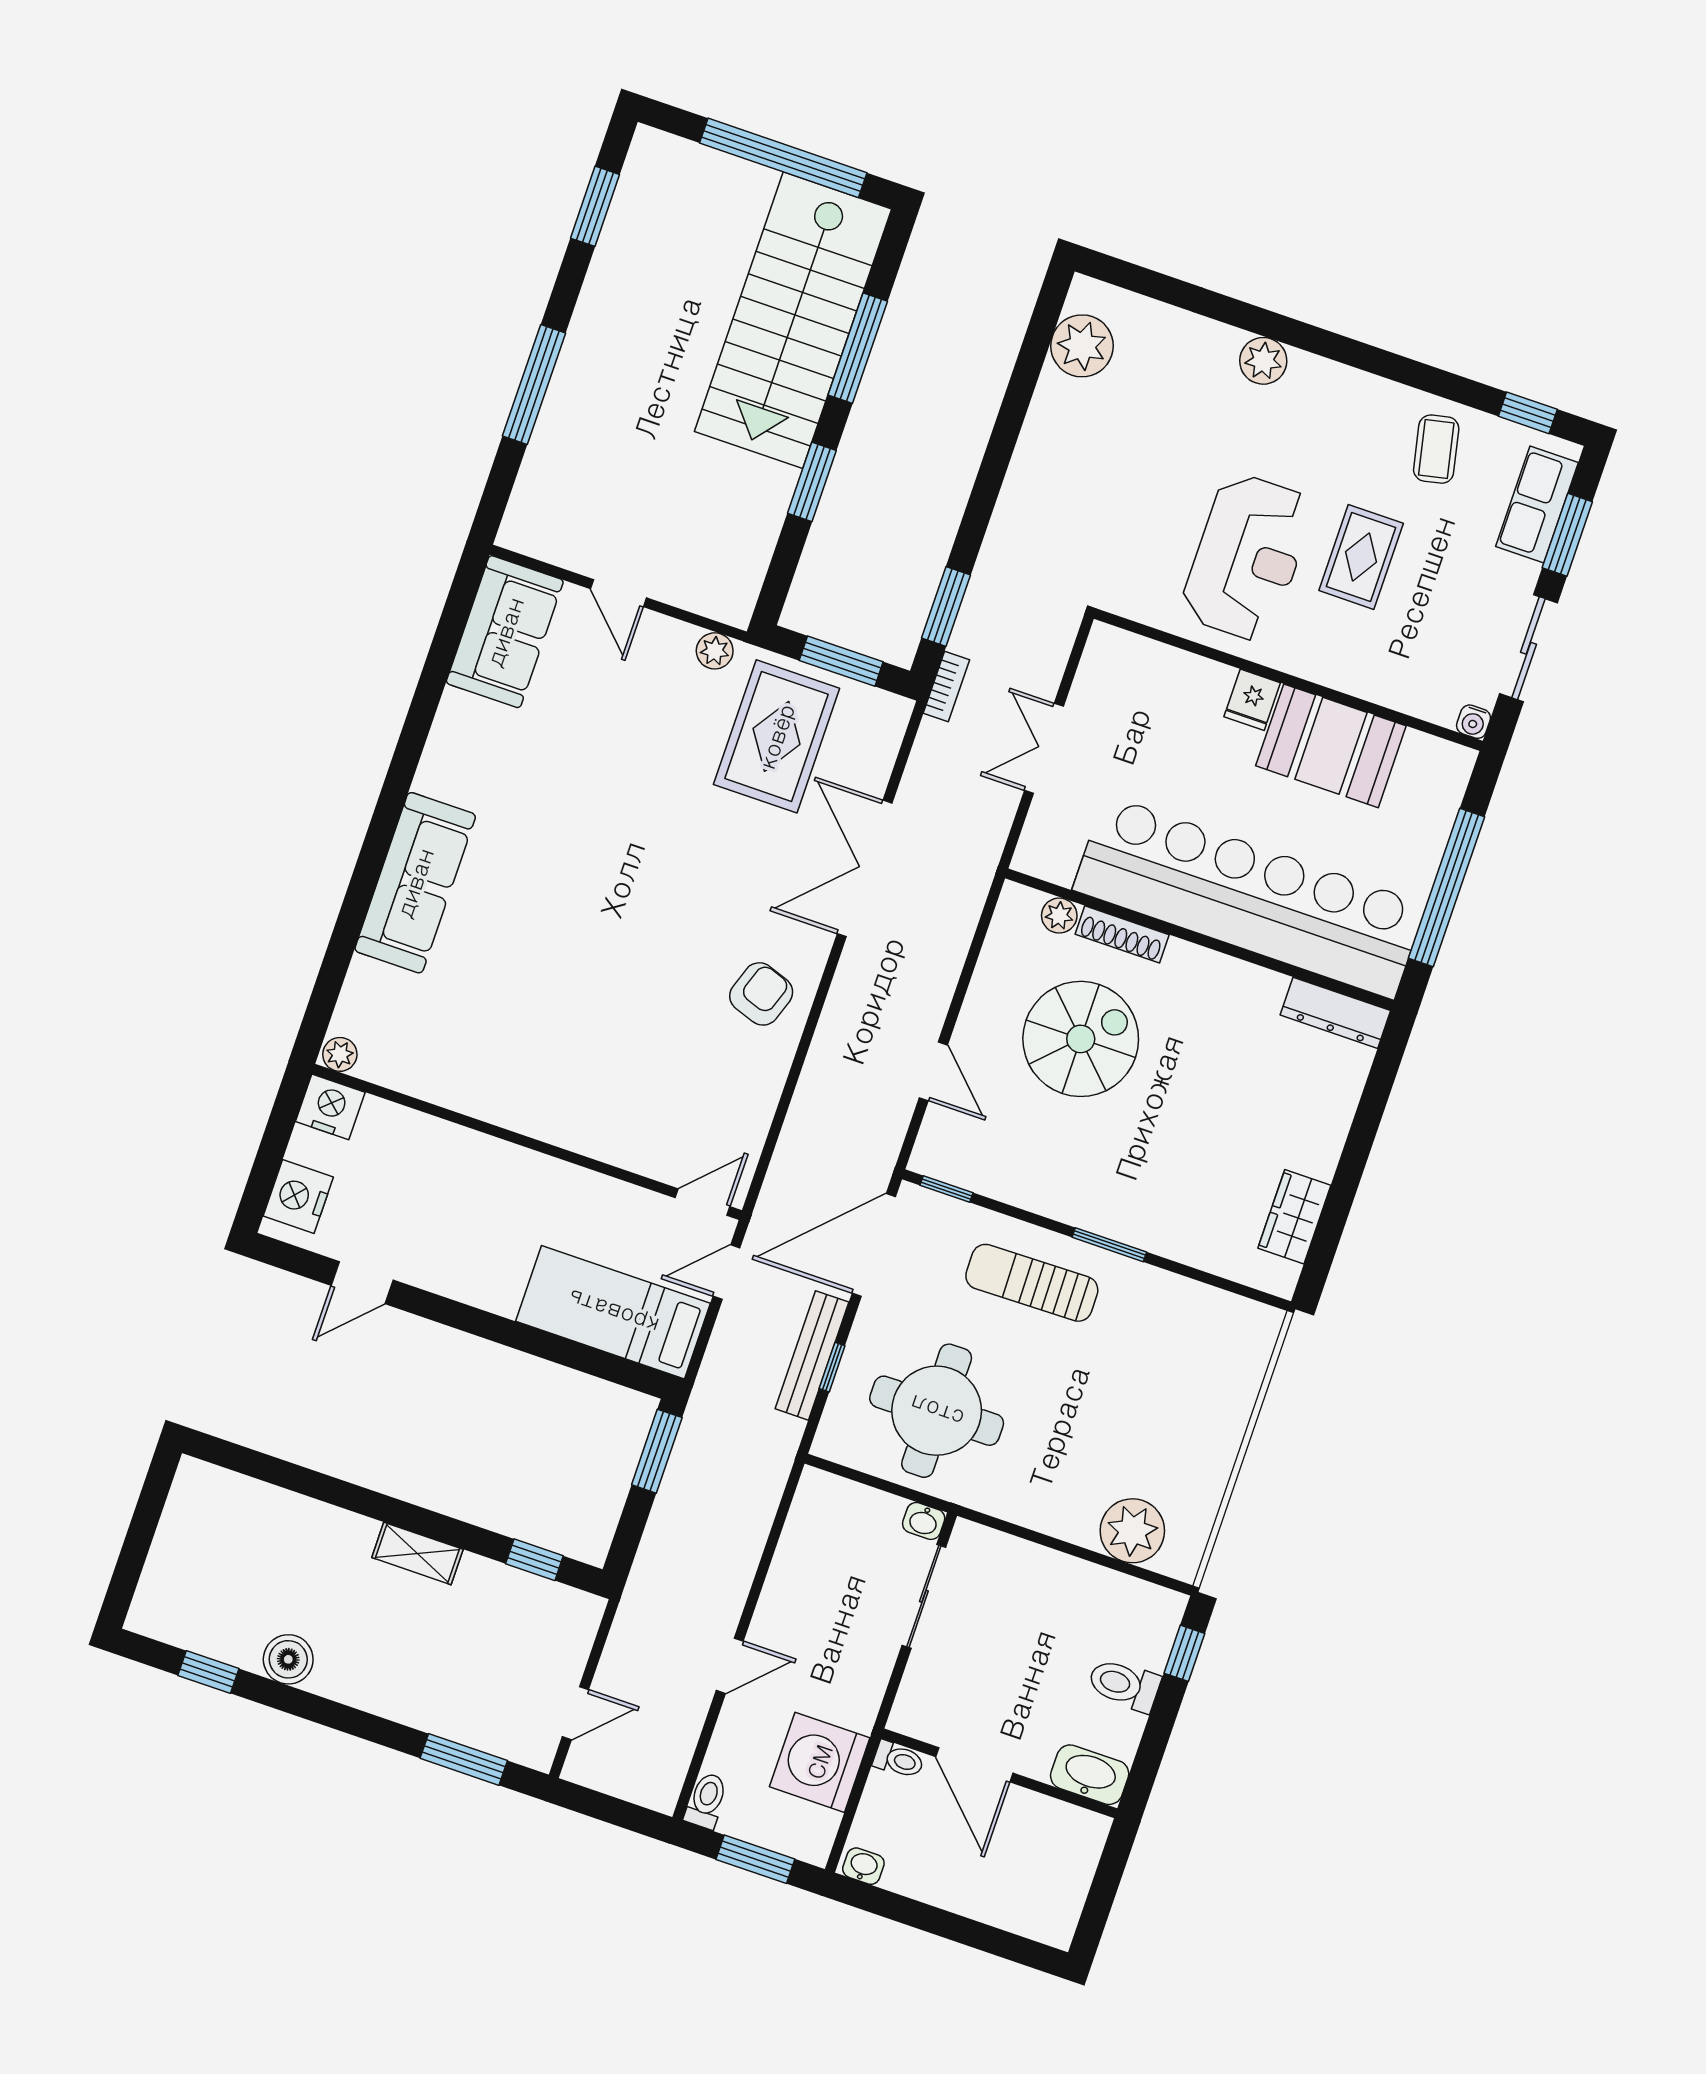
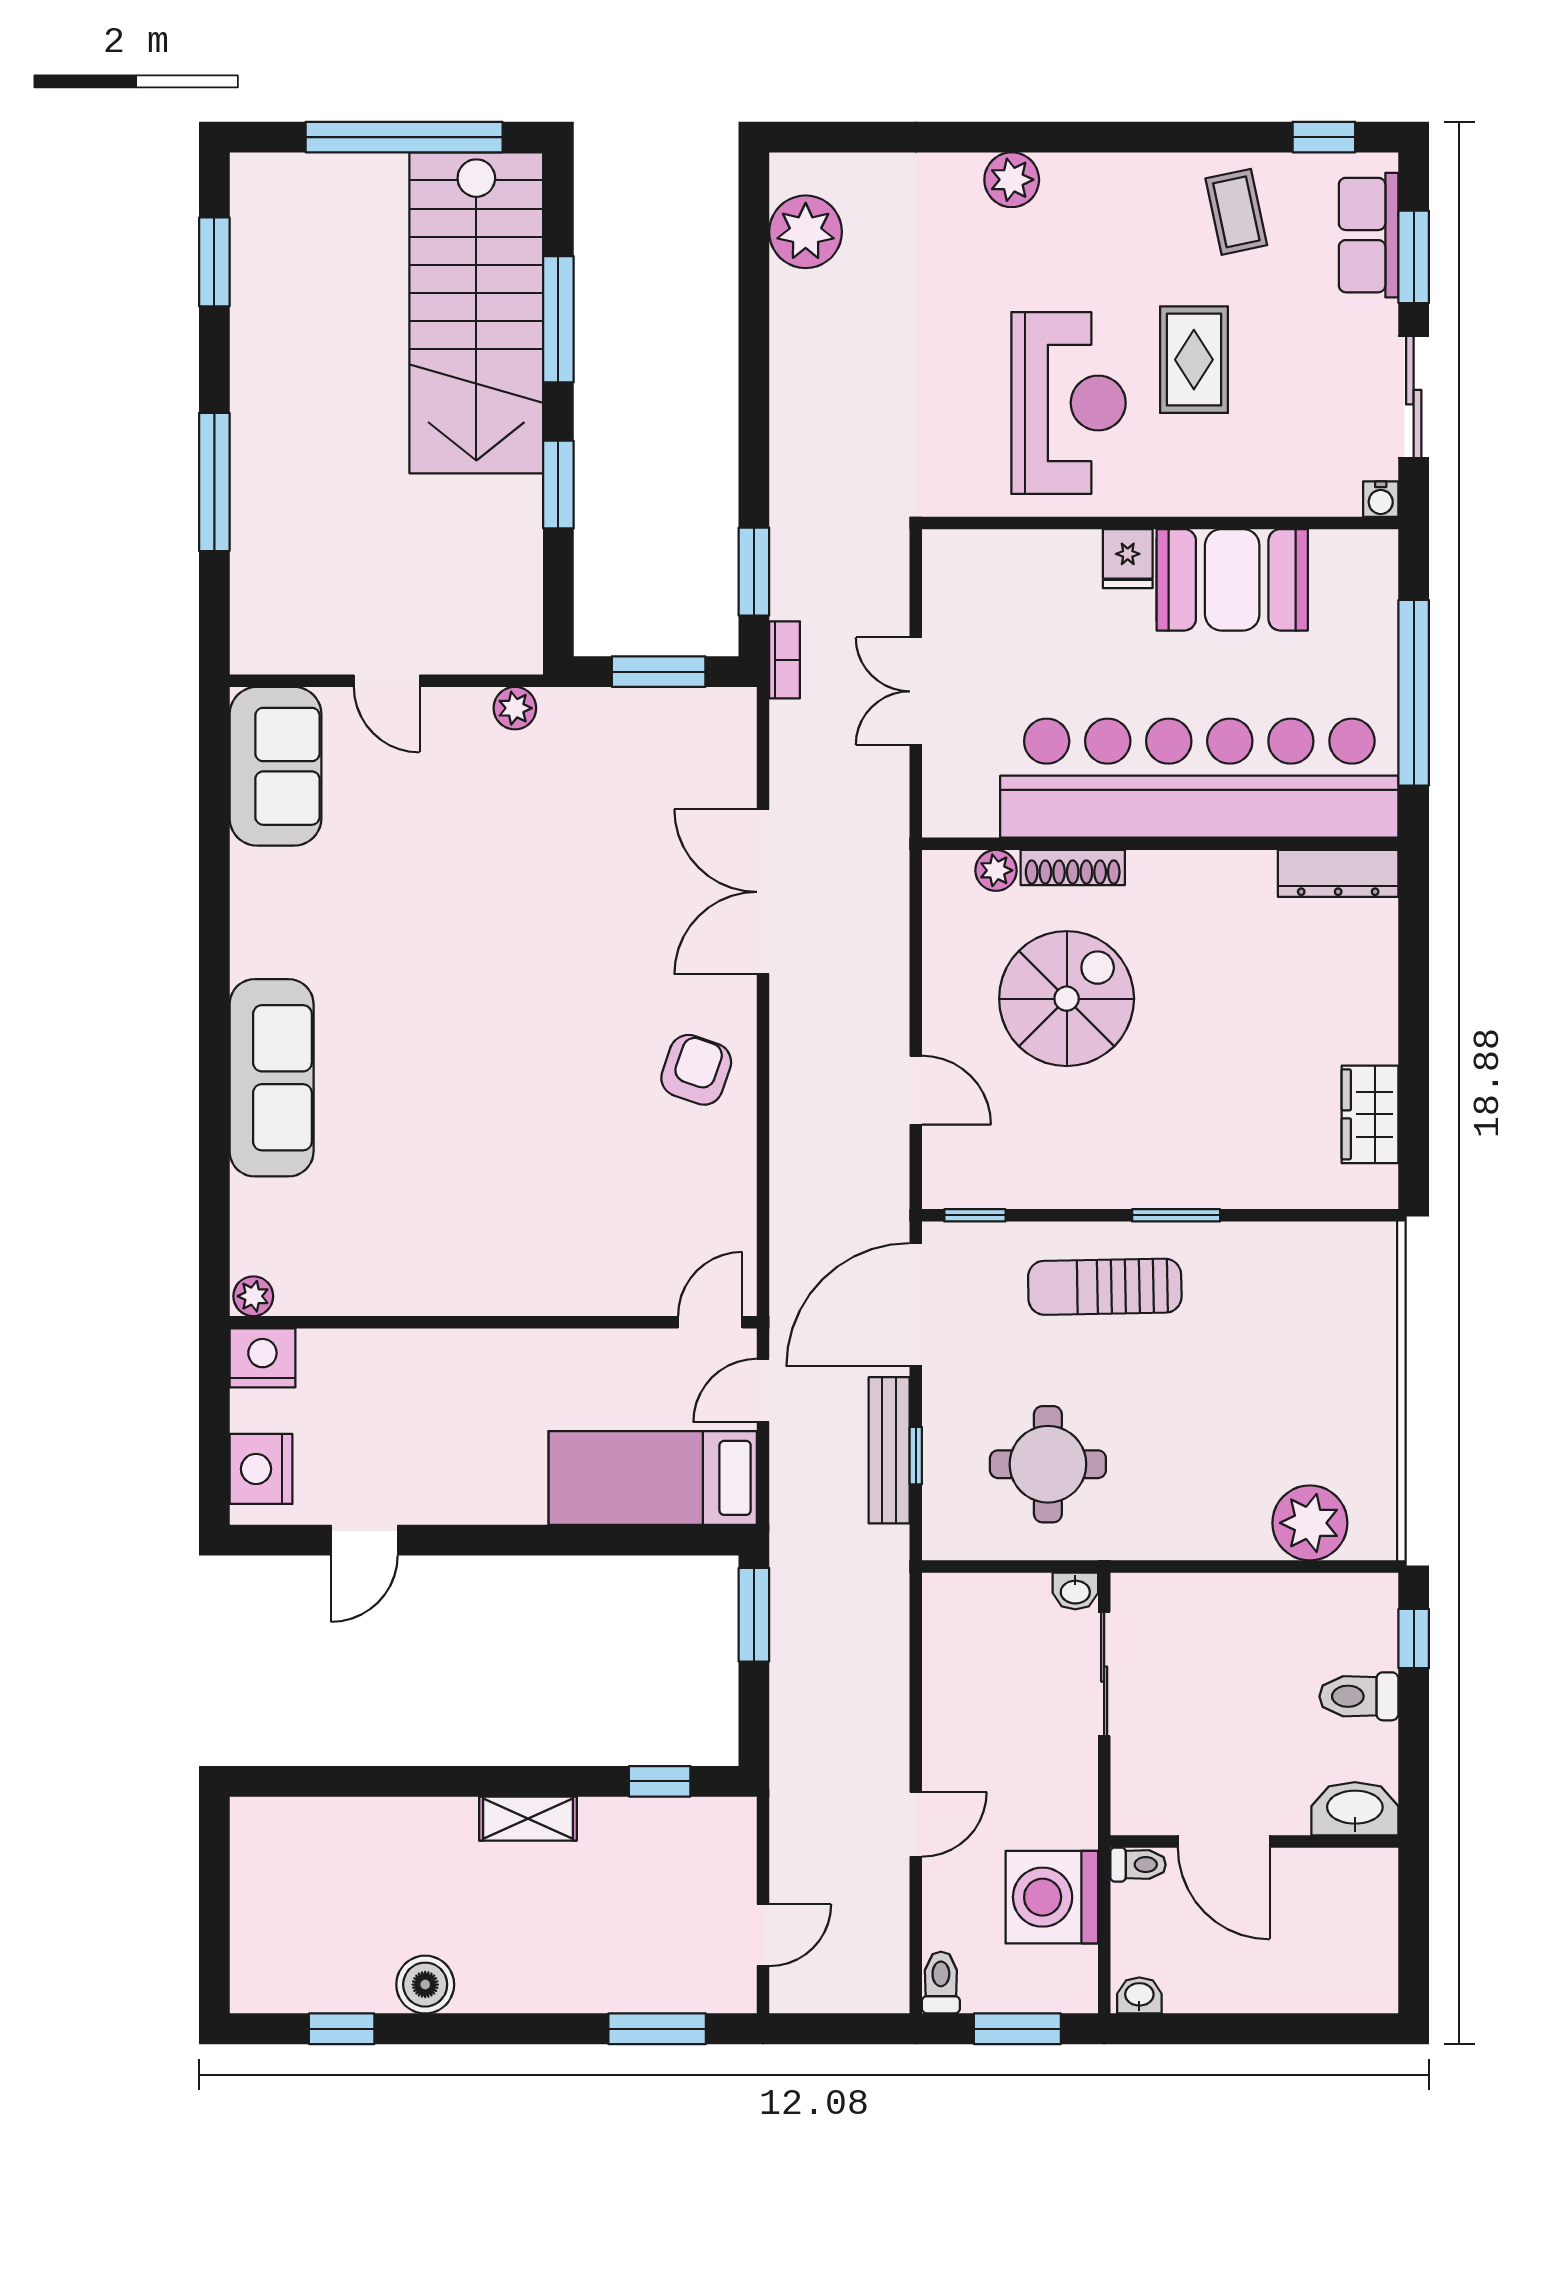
rug: (777, 736) -> (616, 779), removed
round table: (937, 1411) -> (1048, 1464), width x0.73, depth x0.73

